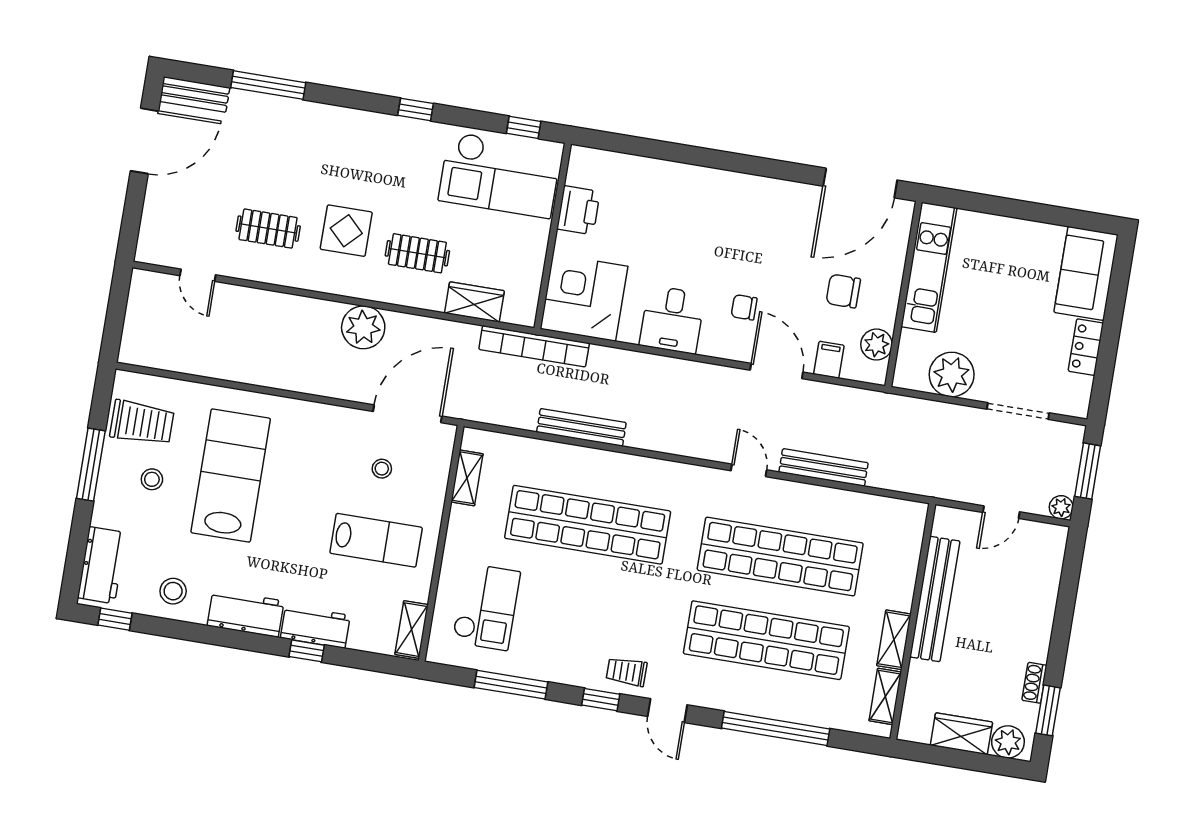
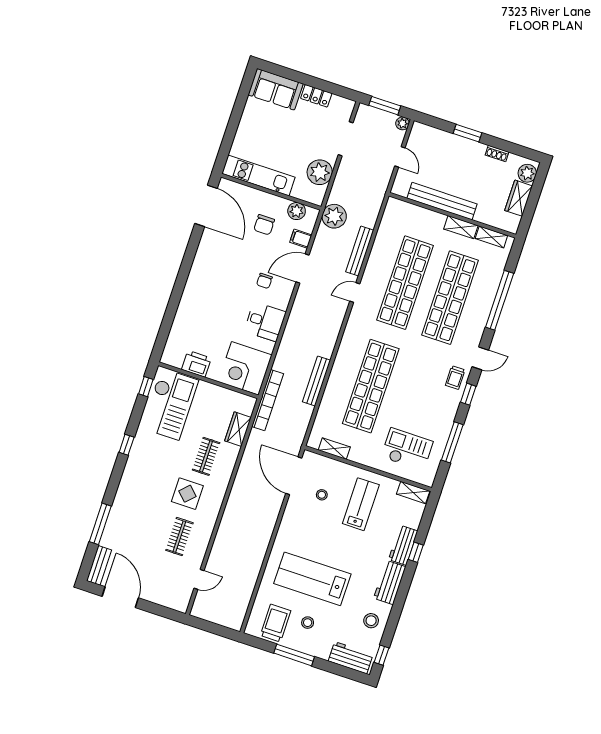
plant: (363, 327) -> (334, 216), moved
window: (1048, 710) -> (468, 133), moved

